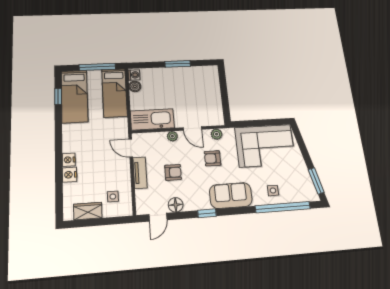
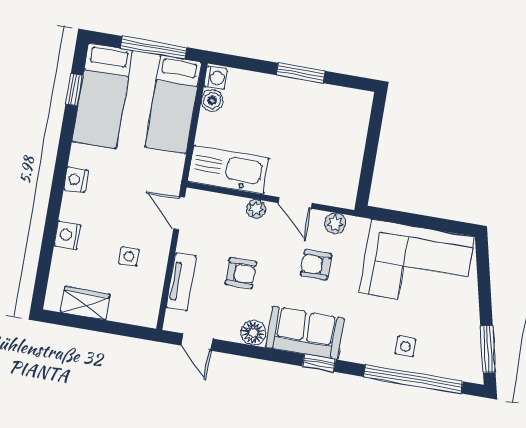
nightstand: (69, 160) -> (76, 180), moved
tv unit: (140, 173) -> (181, 282), moved
sofa: (231, 196) -> (305, 333), moved
side table: (113, 197) -> (129, 257), moved
floor lamp: (176, 205) -> (253, 333), moved
window: (207, 213) -> (319, 363), moved
door: (158, 217) -> (197, 342), hinge flipped

